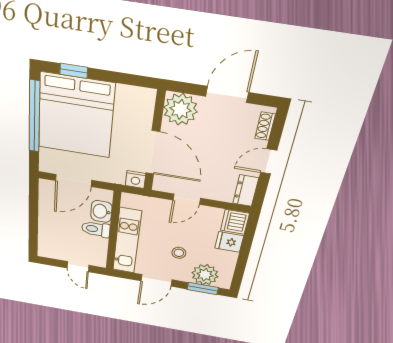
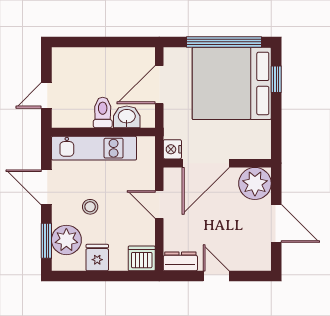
shoe rack: (265, 126) -> (251, 264), removed
door: (73, 180) -> (159, 85), hinge flipped
fridge: (229, 242) -> (97, 258), moved

